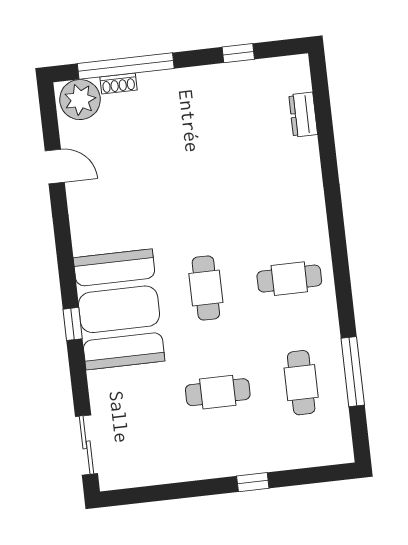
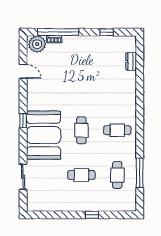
window: (73, 324) -> (23, 121), moved
sliding door: (86, 445) -> (23, 177), moved

